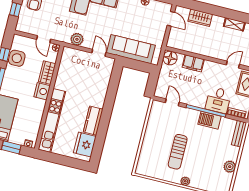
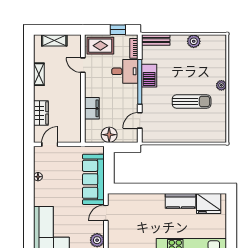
floor lamp: (170, 58) -> (109, 135), moved

